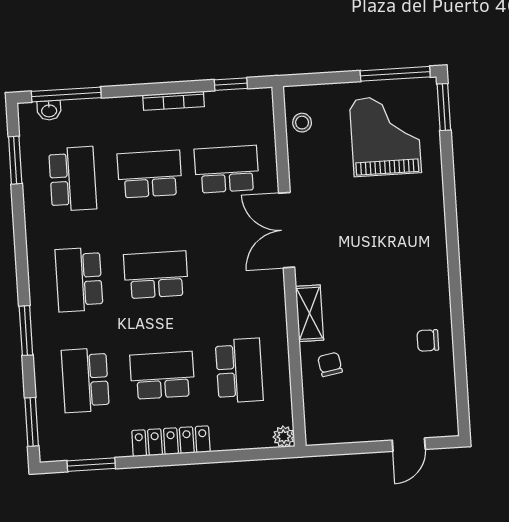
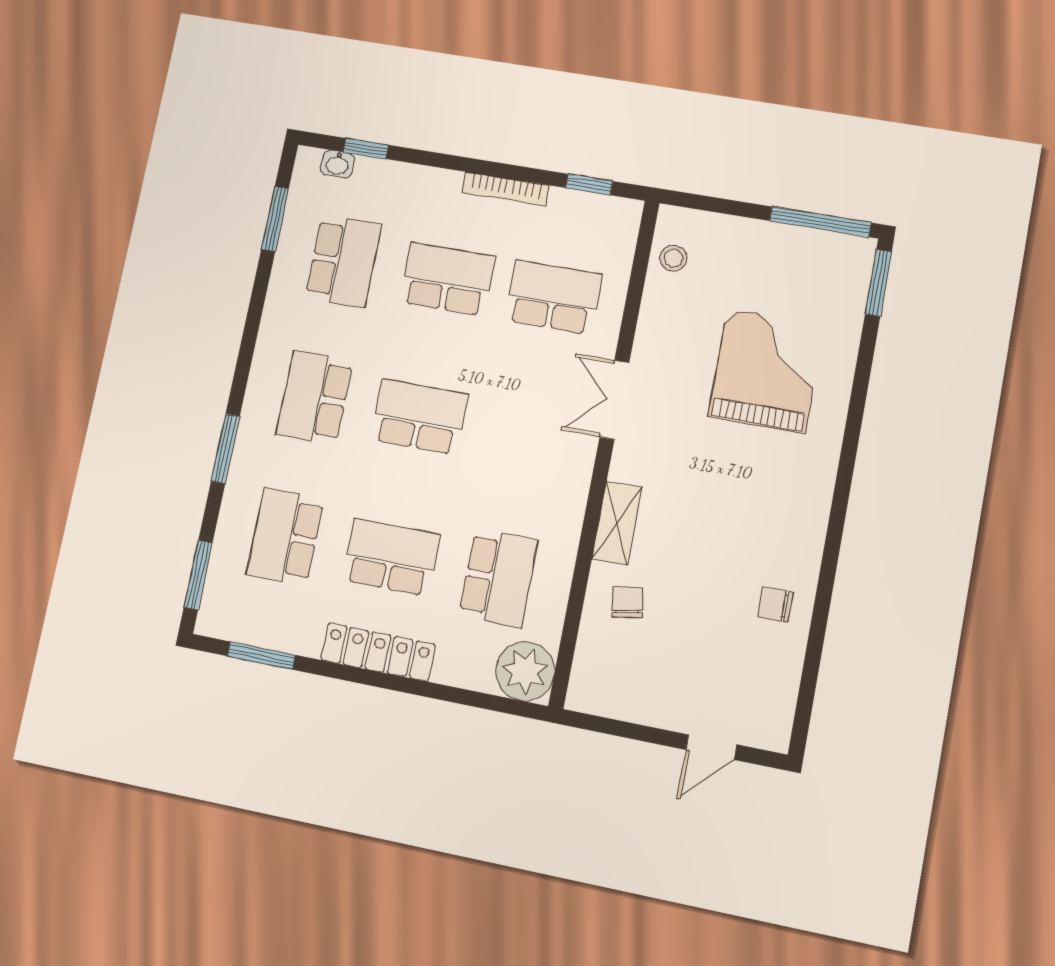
window: (66, 94) -> (366, 148), width x0.46
grand piano: (385, 136) -> (766, 371), moved
double door: (287, 230) -> (614, 400), width x0.73
plant: (284, 437) -> (525, 671), width x1.87, depth x1.87

